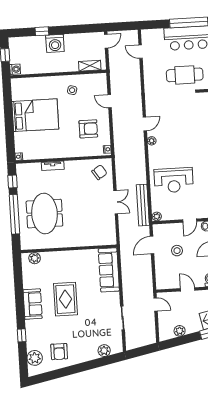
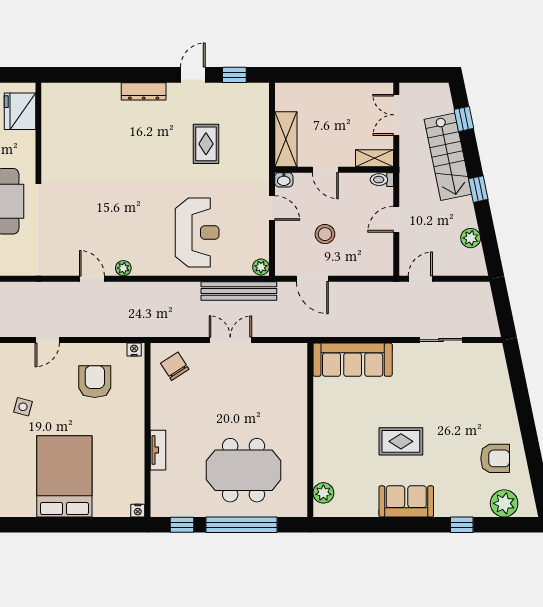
rug: (65, 299) -> (401, 441), width x0.73, depth x0.70
plant: (104, 351) -> (498, 377), removed

